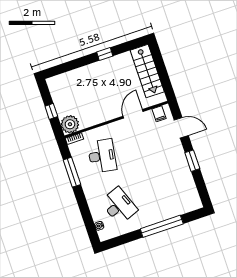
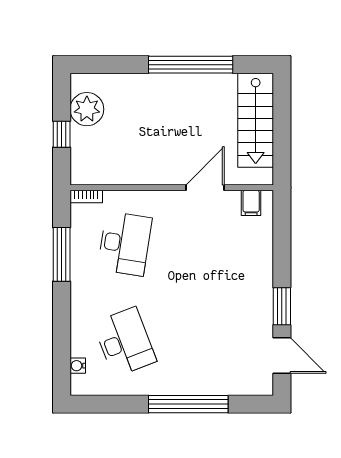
window: (105, 54) -> (191, 65), width x3.17
plant: (70, 124) -> (87, 109), moved
door: (181, 128) -> (282, 356), moved

